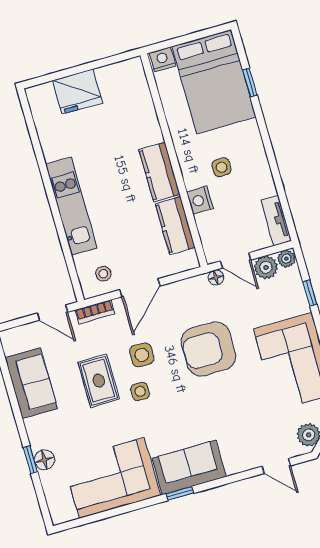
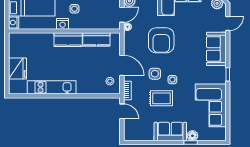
nightstand: (200, 200) -> (63, 24), moved
kitchen unit: (71, 206) -> (52, 87), moved
door: (52, 313) -> (122, 111), hinge flipped
sofa: (31, 383) -> (170, 131), moved
sofa: (189, 467) -> (216, 49), moved

